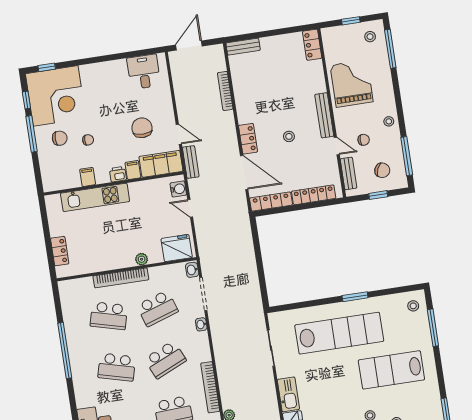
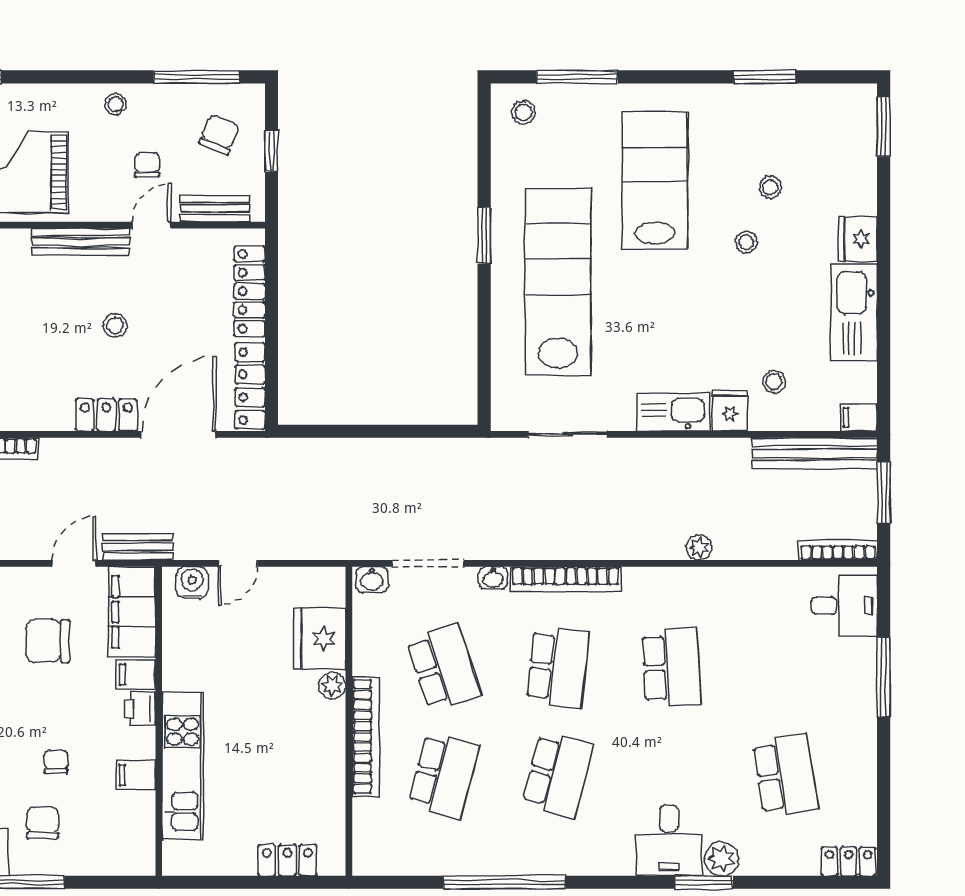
fridge: (177, 248) -> (320, 639), moved
school desk: (165, 360) -> (558, 667), turned 30
lab bench: (391, 370) -> (655, 181), turned 180
bookcase: (210, 387) -> (565, 579), moved

